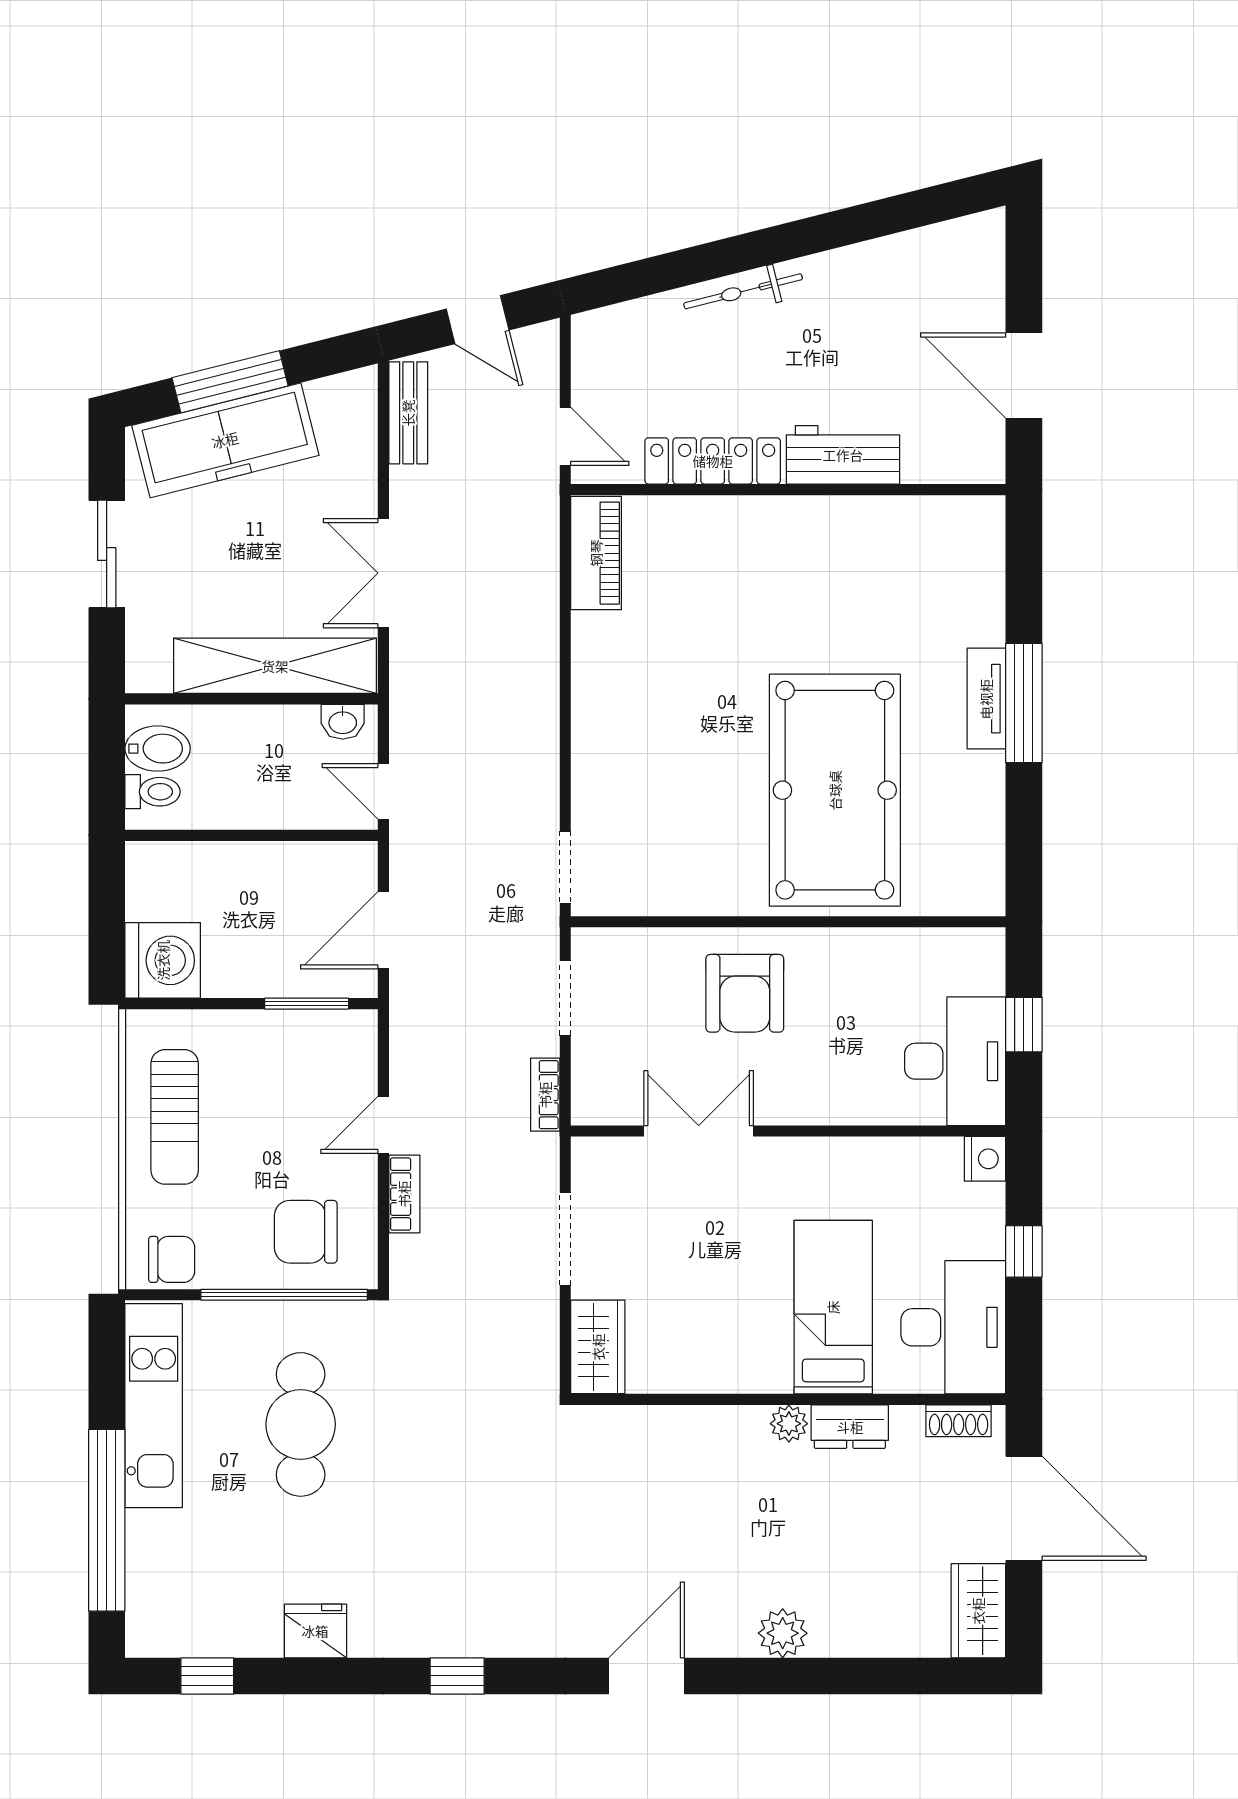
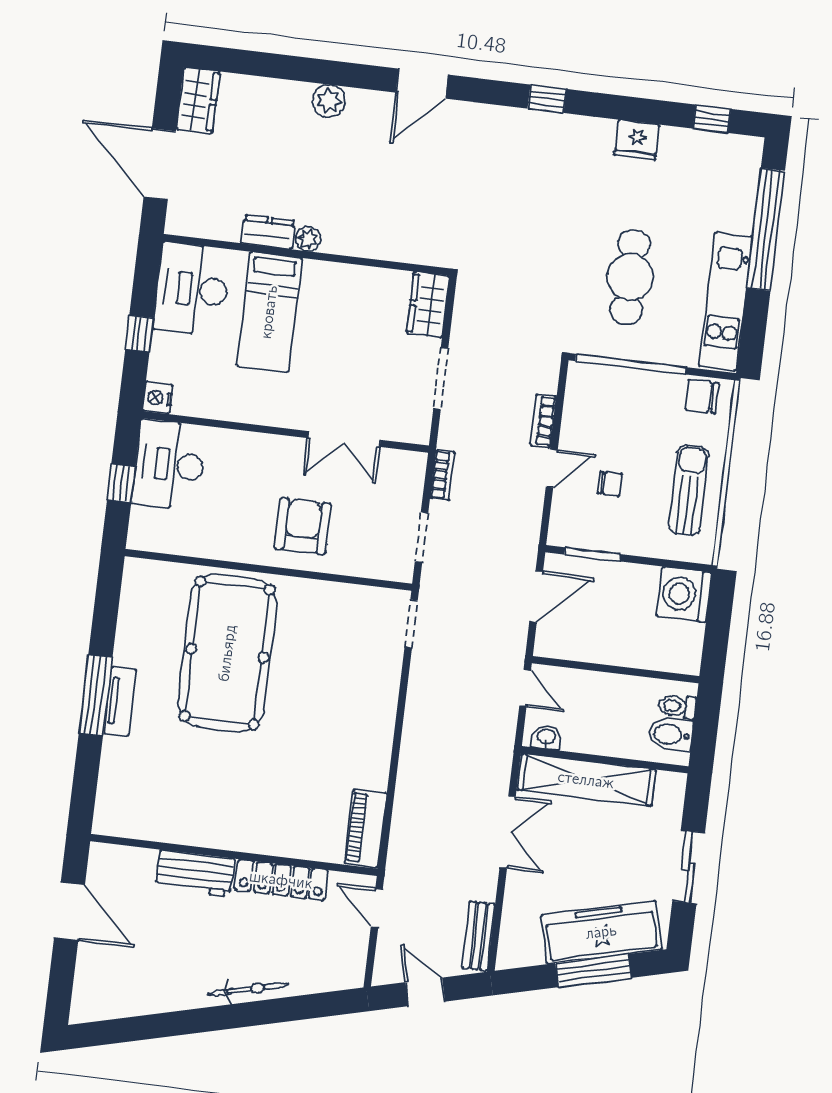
chair: (306, 1232) -> (610, 484), moved, width x0.54, depth x0.54
shoe rack: (959, 1421) -> (196, 227), removed

